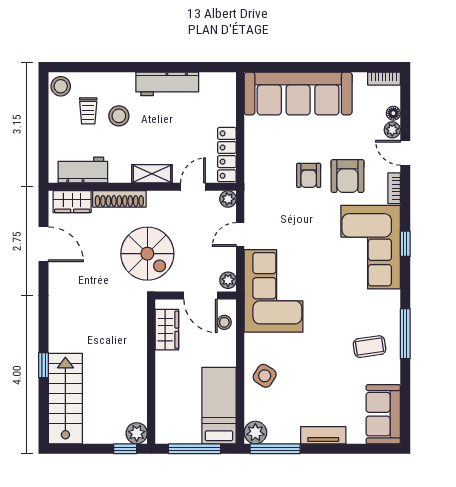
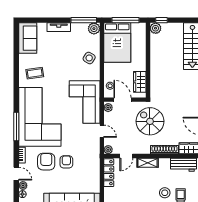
door: (240, 235) -> (102, 131), hinge flipped
window: (405, 244) -> (16, 126), width x2.17
corner sofa: (371, 247) -> (40, 117), width x1.36, depth x1.36
window: (405, 334) -> (16, 80), removed
bed: (219, 406) -> (117, 43), width x1.50

